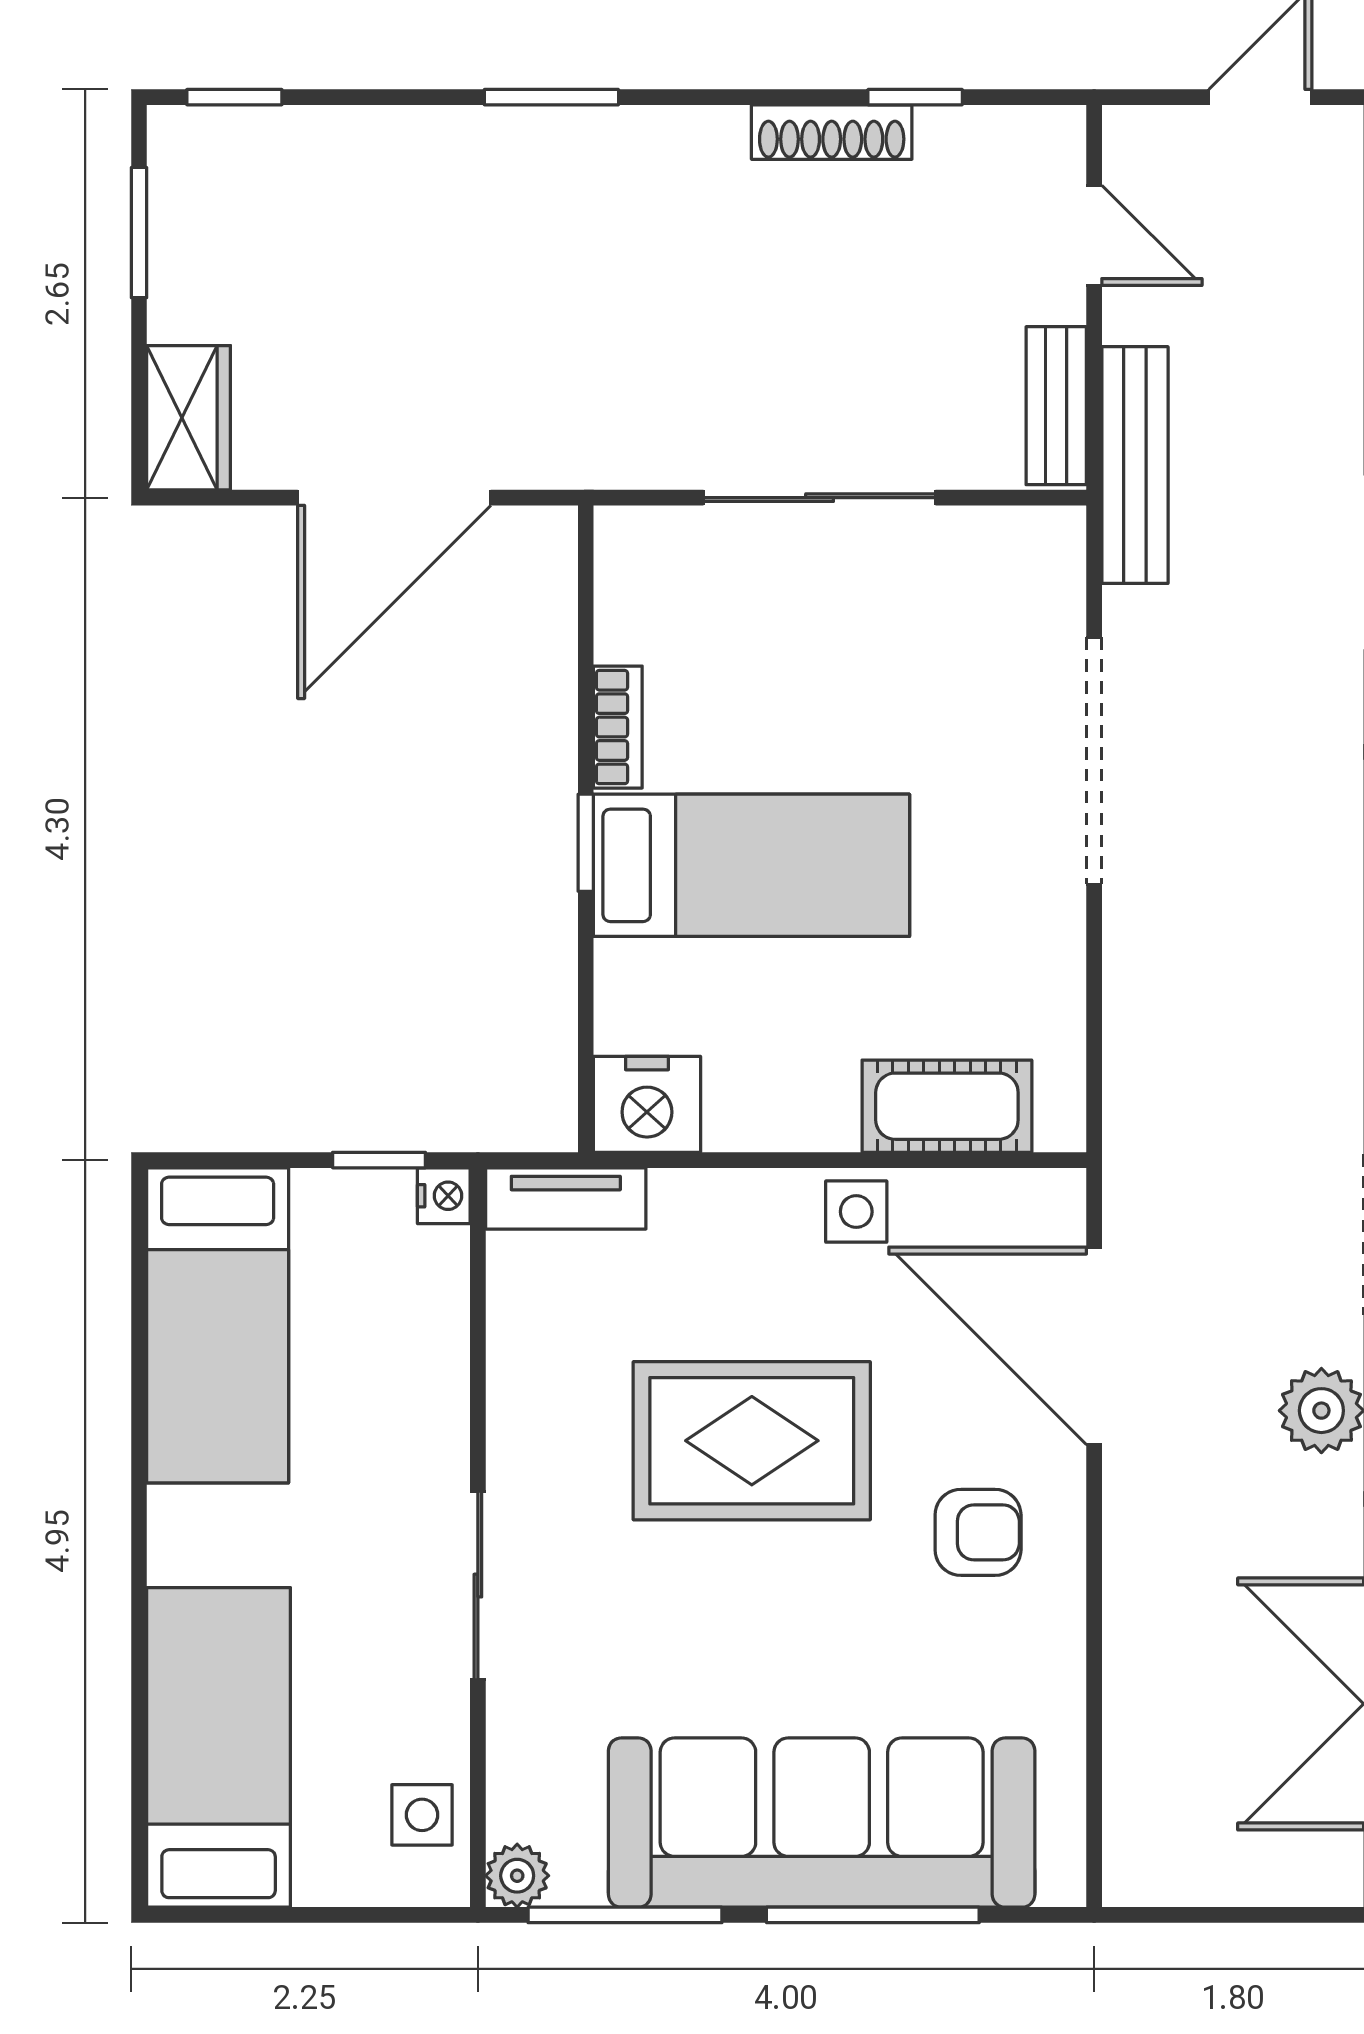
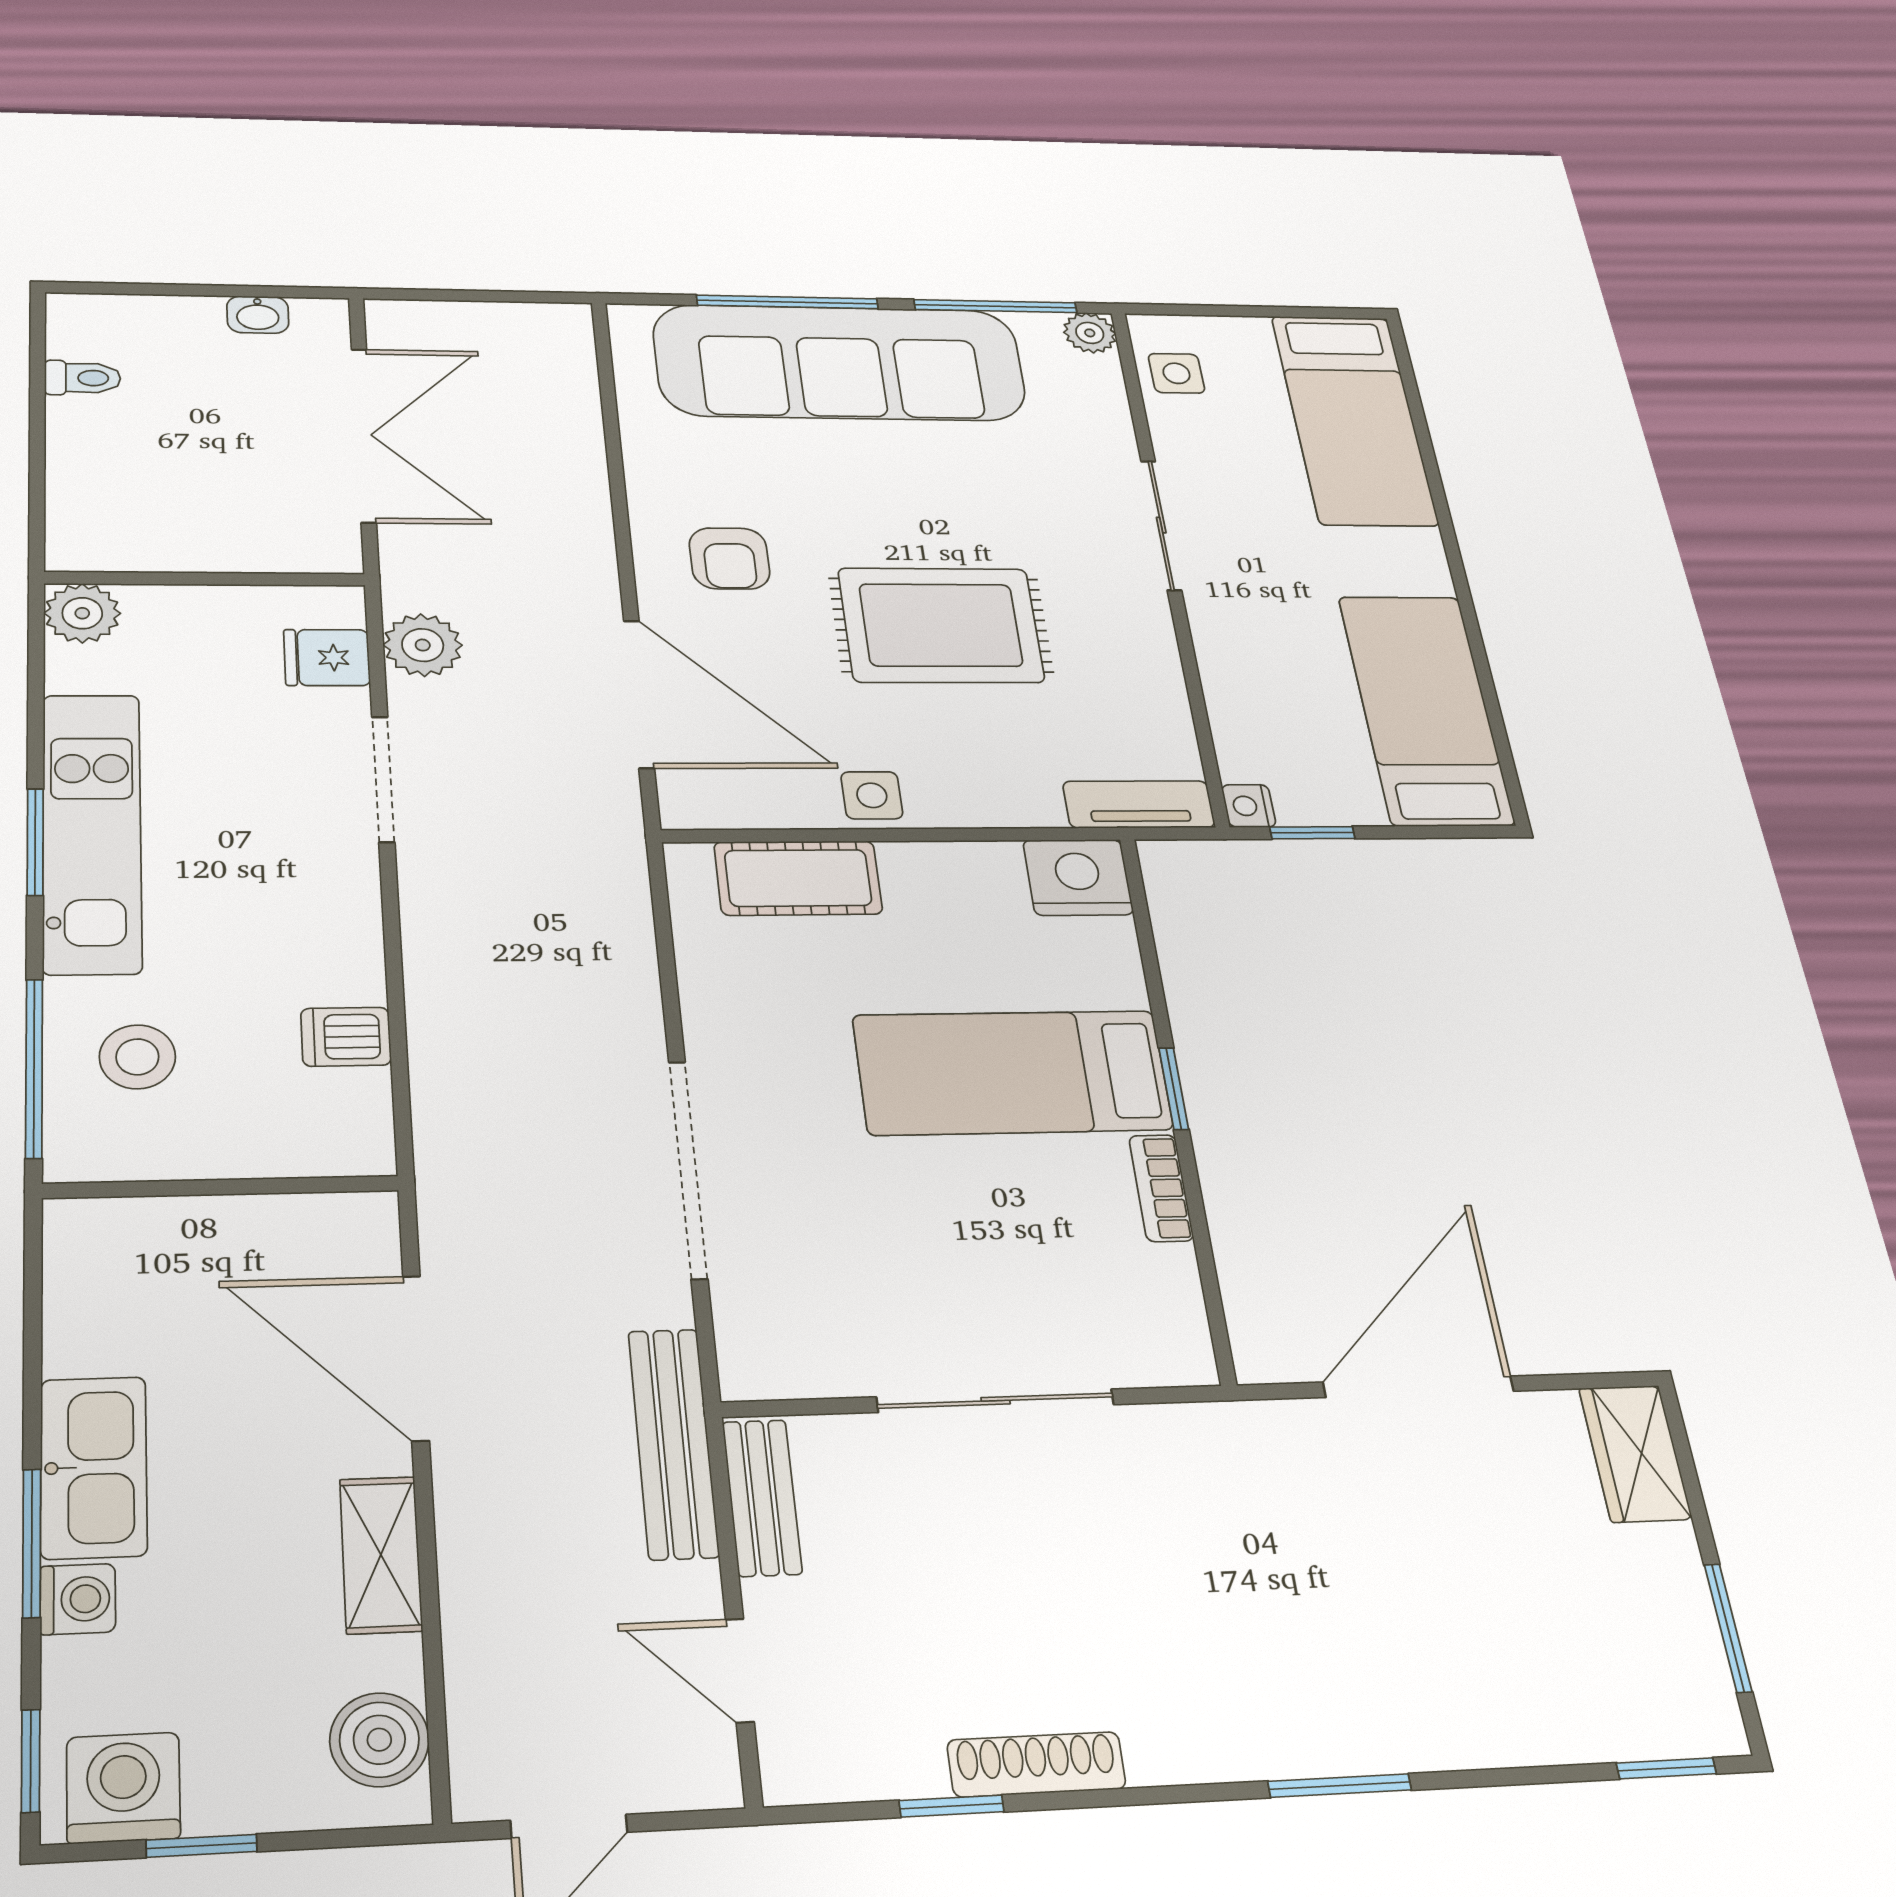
armchair: (978, 1532) -> (730, 558), turned -90

